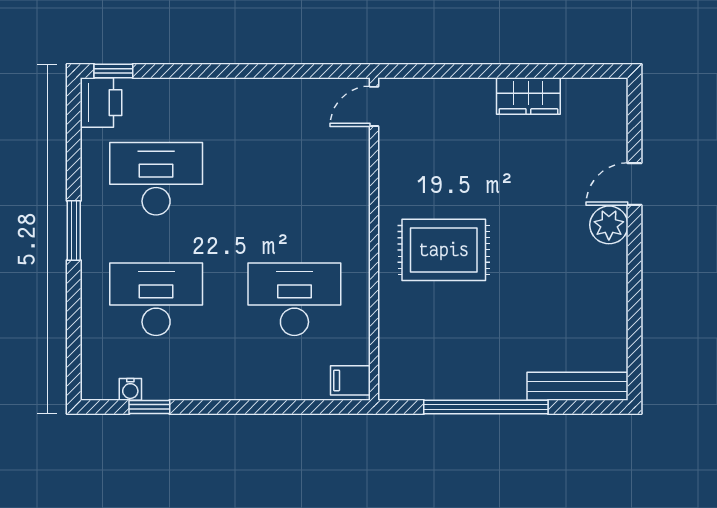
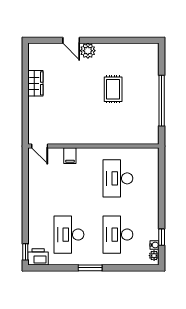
rug: (444, 250) -> (113, 89), moved, width x0.73, depth x0.70
filing cabinet: (350, 380) -> (70, 156), moved
bench: (578, 386) -> (153, 63), removed
plant: (104, 388) -> (154, 256), added

